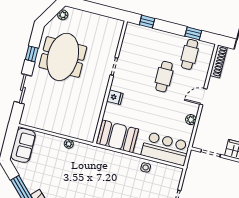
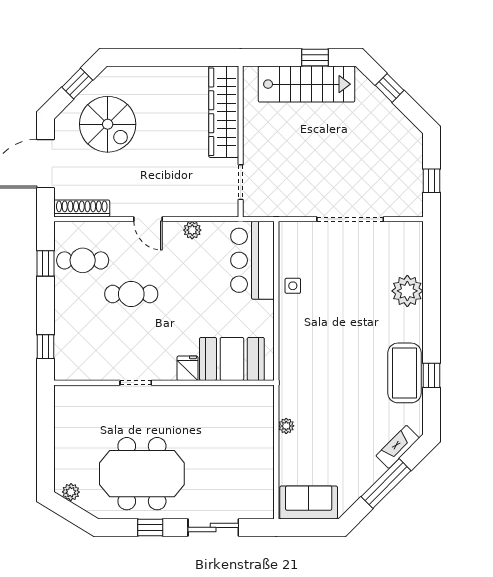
booth: (117, 136) -> (232, 359), moved, turned 90

